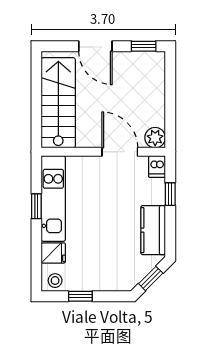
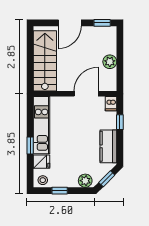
door: (95, 46) -> (70, 23), hinge flipped
plant: (155, 138) -> (110, 62), moved
door: (120, 152) -> (86, 94), hinge flipped
window: (36, 206) -> (30, 145), moved
plant: (118, 281) -> (85, 181), added

